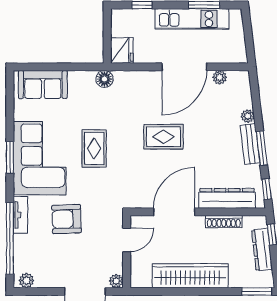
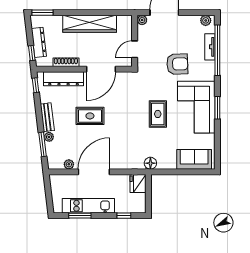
rug: (164, 137) -> (90, 116), moved
window: (262, 148) -> (43, 144), moved
tv unit: (21, 215) -> (210, 47), moved

